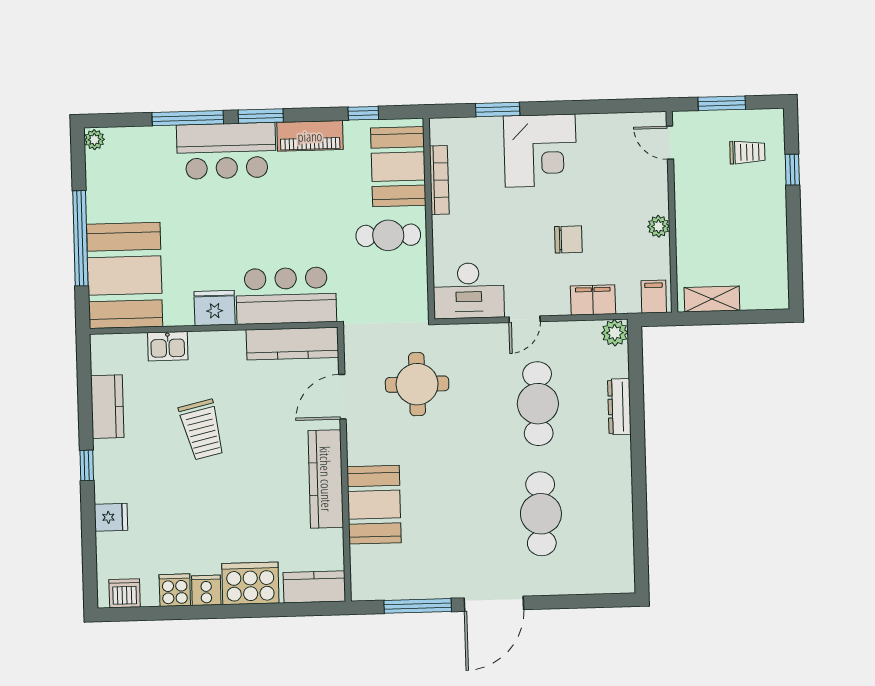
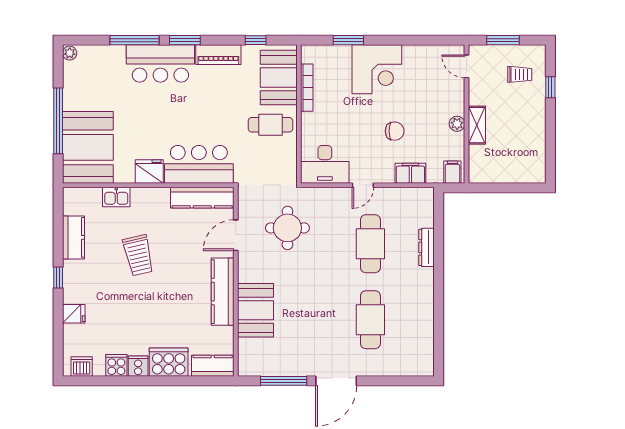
shelving: (712, 299) -> (477, 125), moved, turned 90
plant: (615, 333) -> (425, 196), removed

